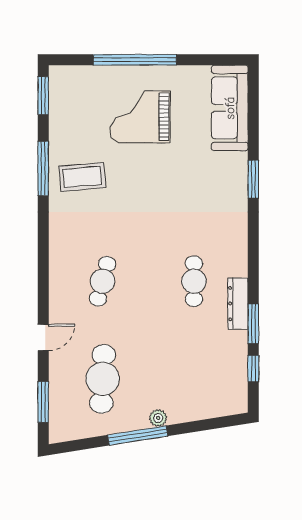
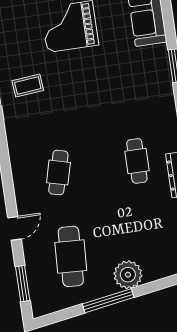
coffee table: (82, 177) -> (28, 86), width x0.73, depth x0.77
plant: (158, 418) -> (128, 275), width x1.88, depth x1.88

